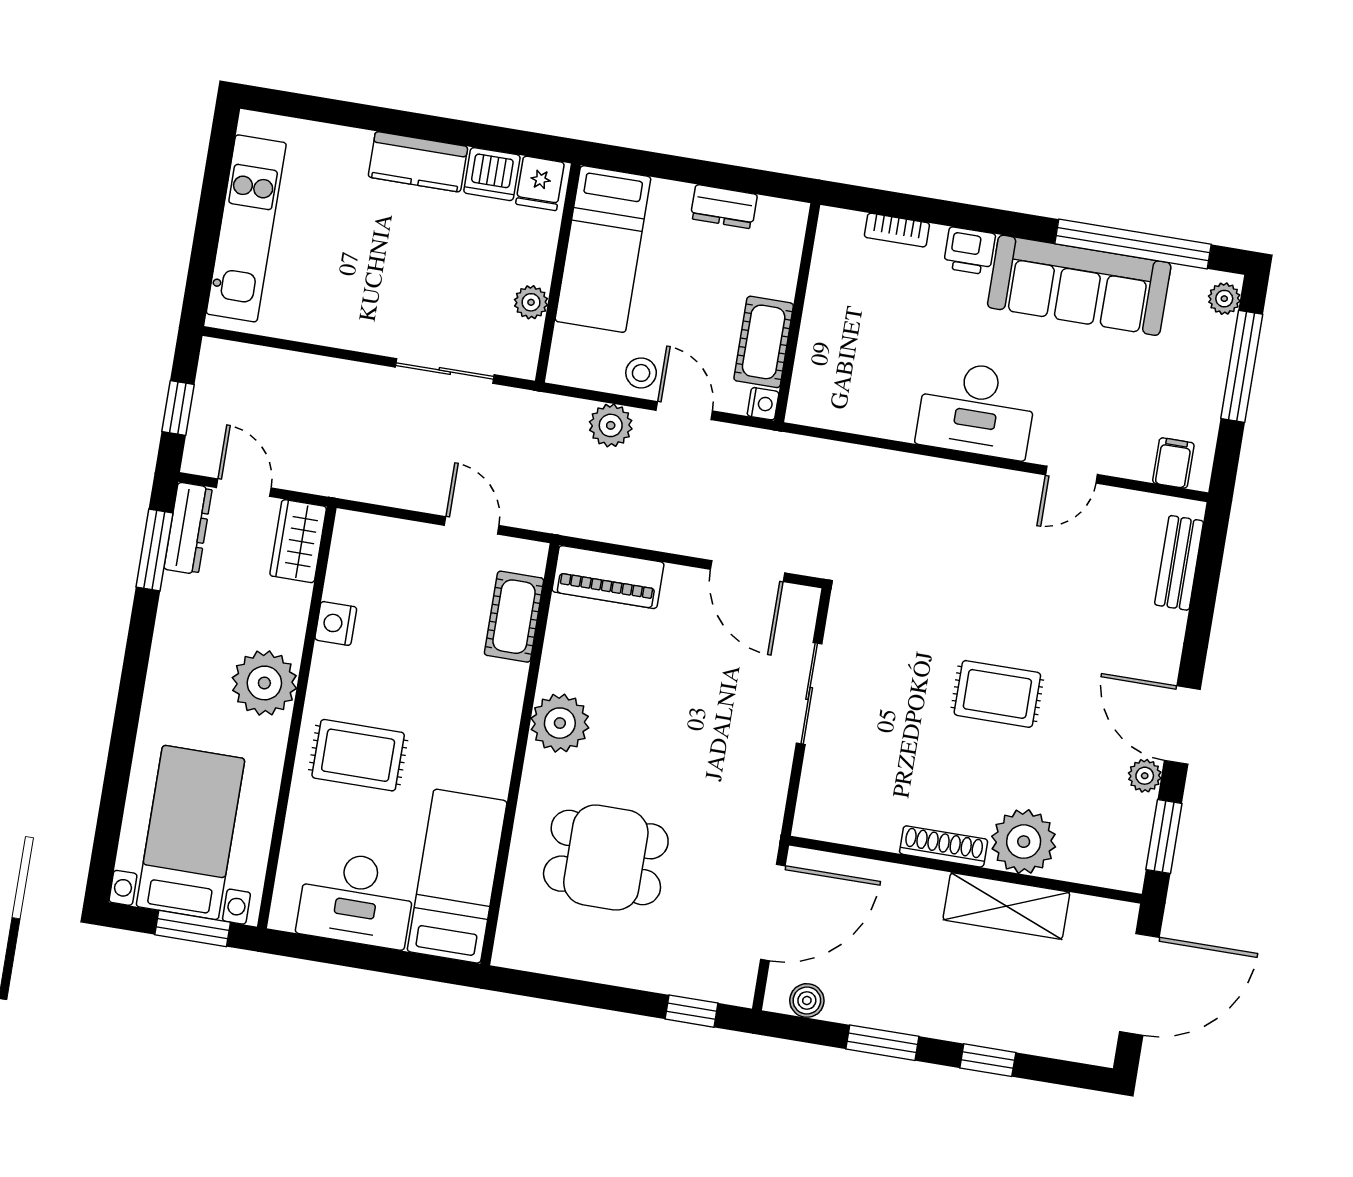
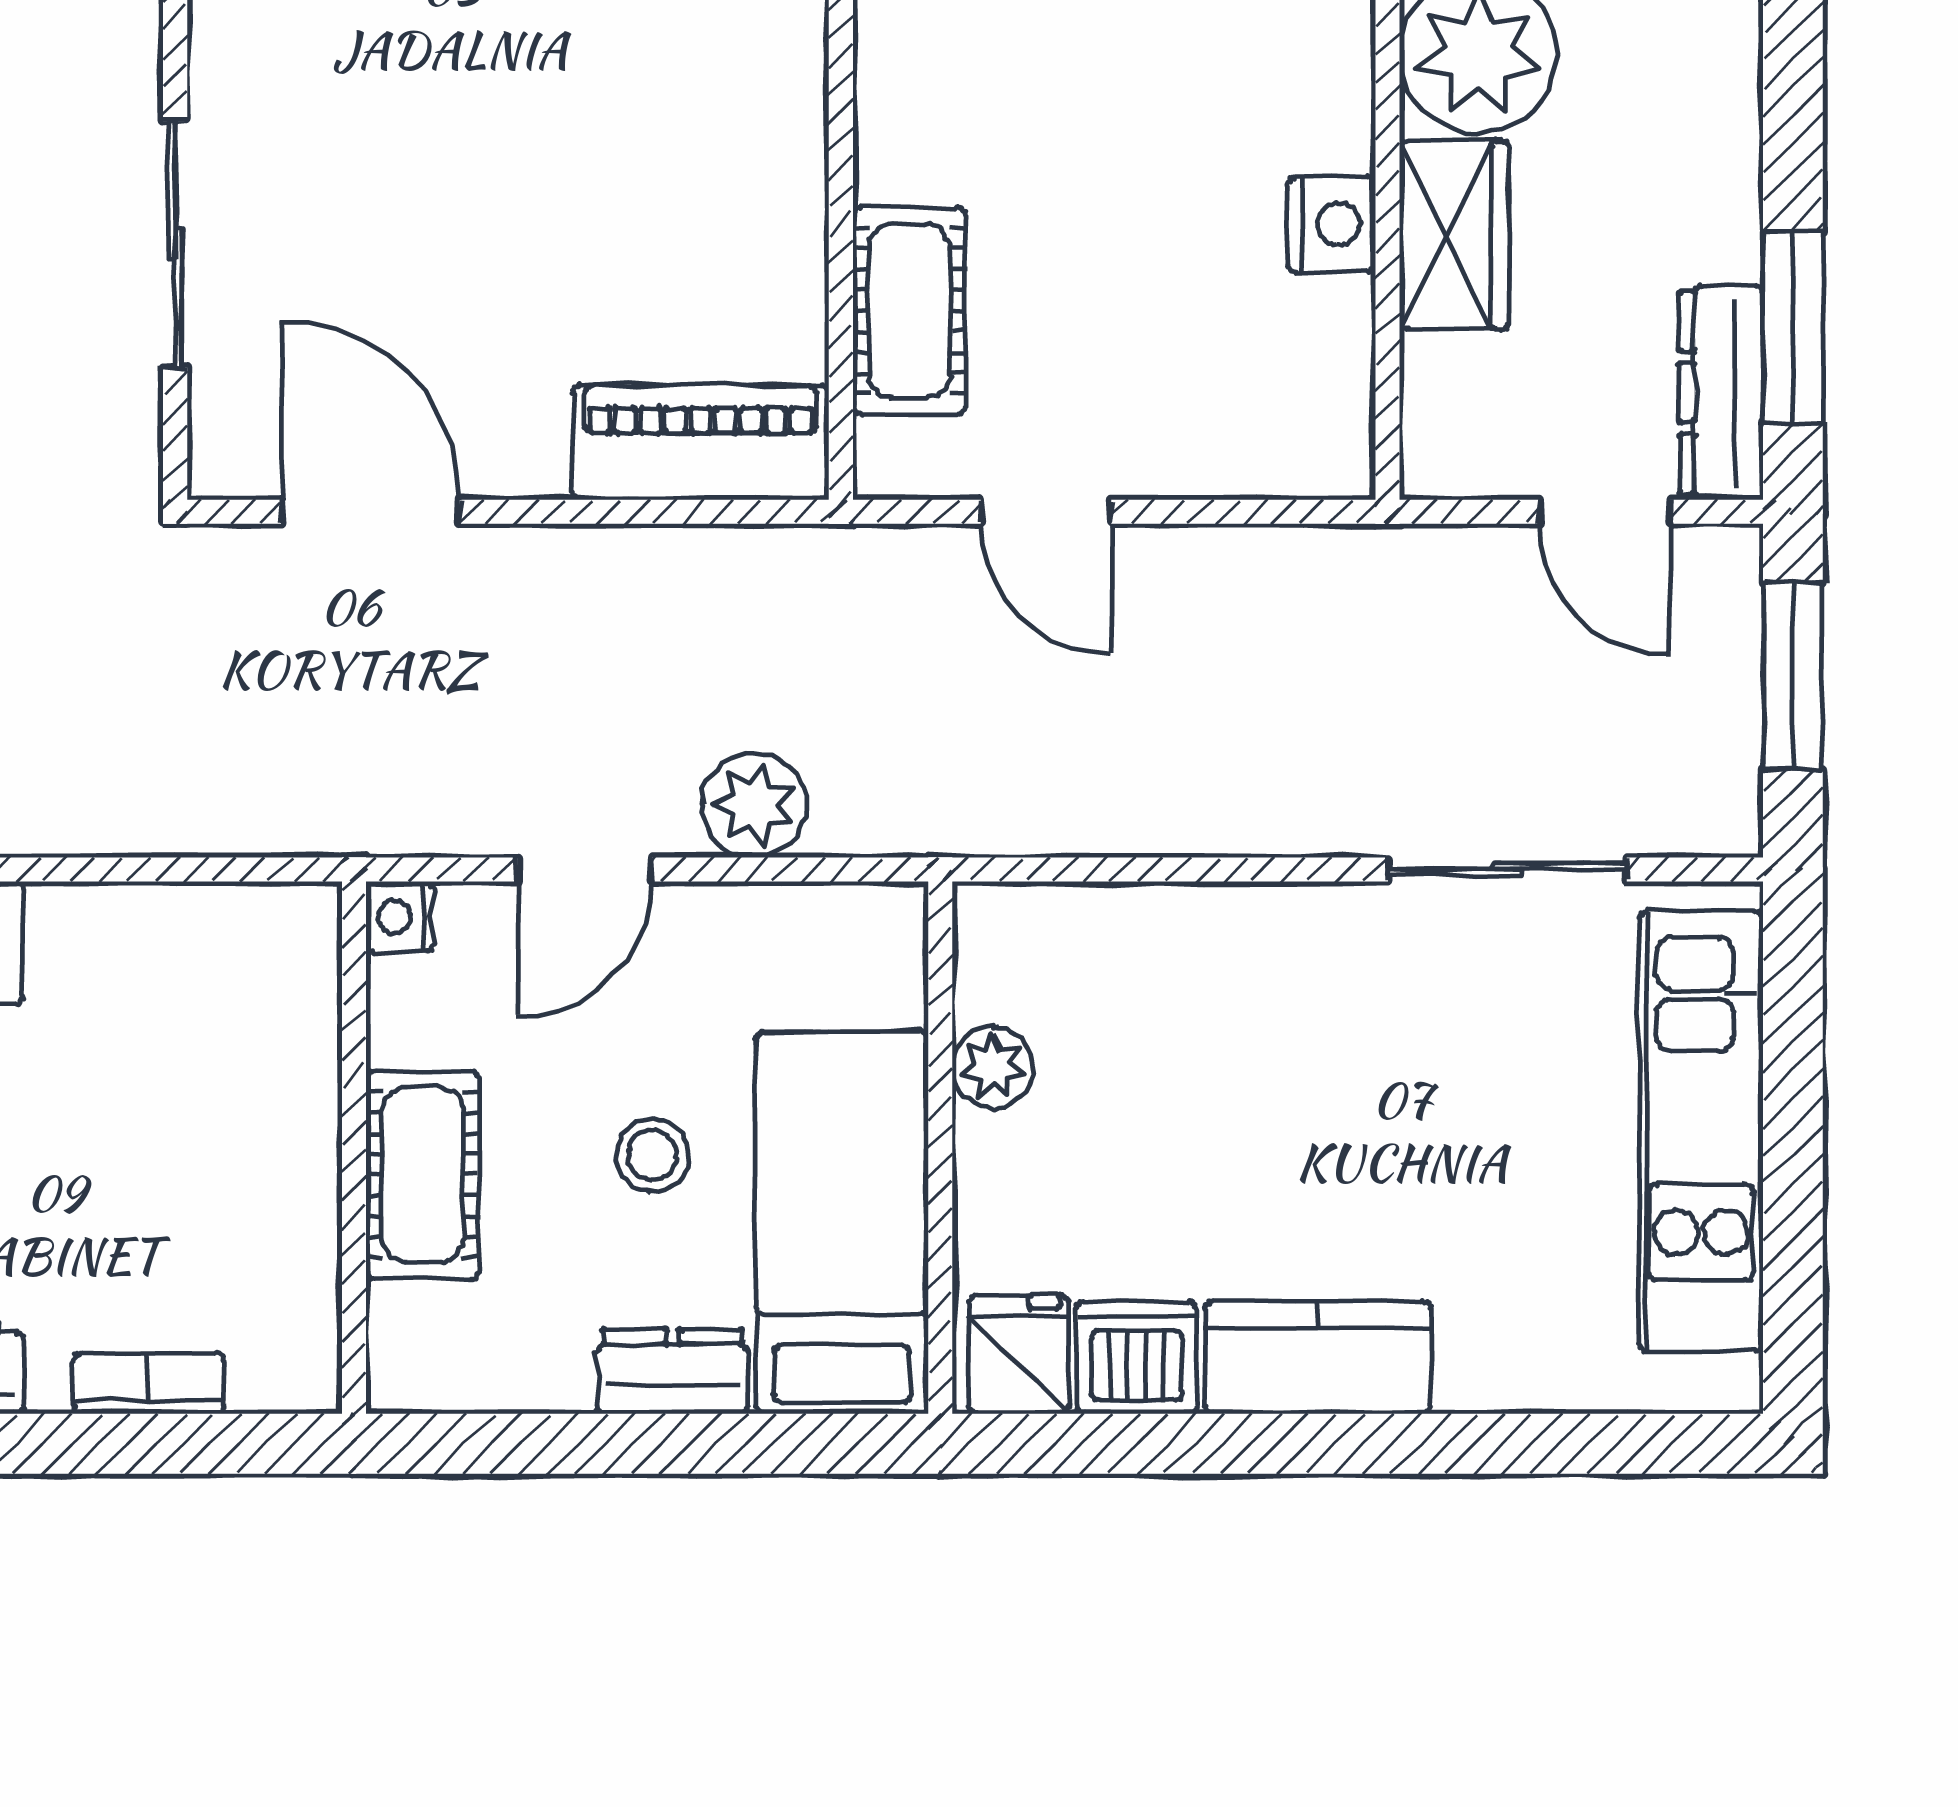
dresser: (724, 207) -> (673, 1371), moved
cot: (764, 342) -> (423, 1175), moved
sliding door: (445, 371) -> (1507, 869), moved
stool: (641, 373) -> (652, 1155), moved
window: (178, 408) -> (1793, 676), width x1.50
door: (684, 411) -> (585, 869), hinge flipped
wardrobe: (298, 541) -> (1454, 235), moved
plant: (560, 723) -> (758, 75), removed

